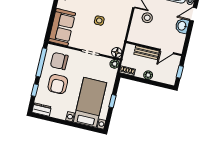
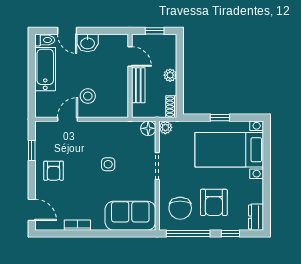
armchair: (58, 84) -> (214, 202), turned 90

